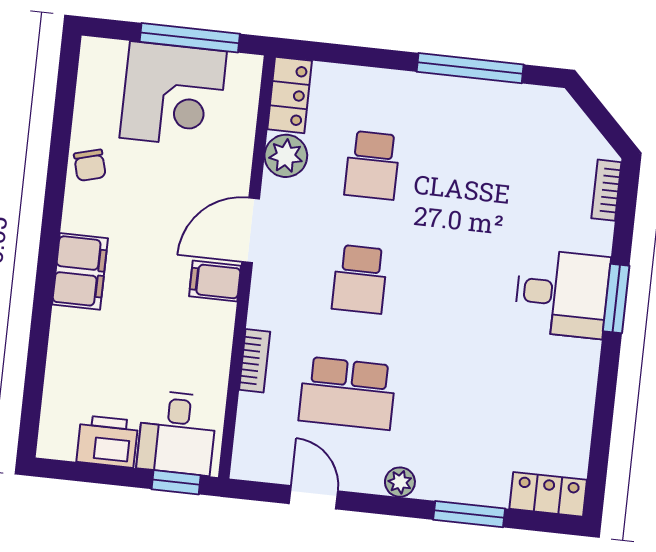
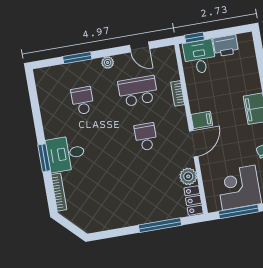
window: (470, 68) -> (160, 225), moved
school desk: (372, 165) -> (83, 101), moved
bookcase: (606, 190) -> (59, 192), width x1.56
locker: (548, 494) -> (49, 74), removed

